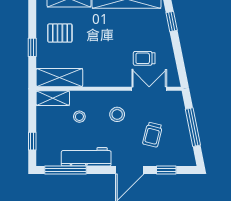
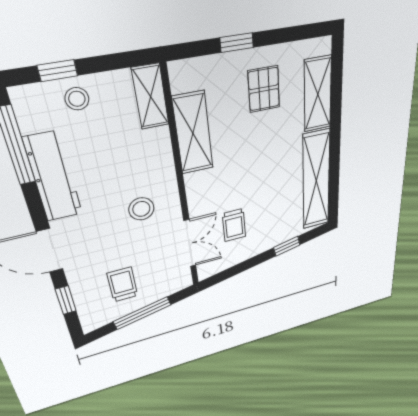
trolley: (144, 58) -> (234, 225), turned 180
shelving: (59, 78) -> (193, 133), moved
stool: (79, 117) -> (77, 99), moved
trolley: (152, 135) -> (122, 285), moved, turned 76

